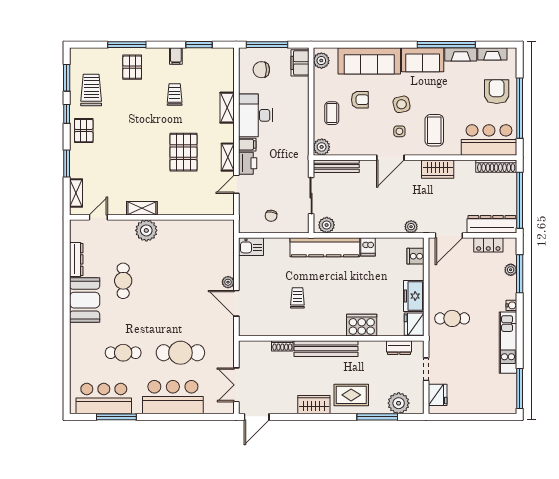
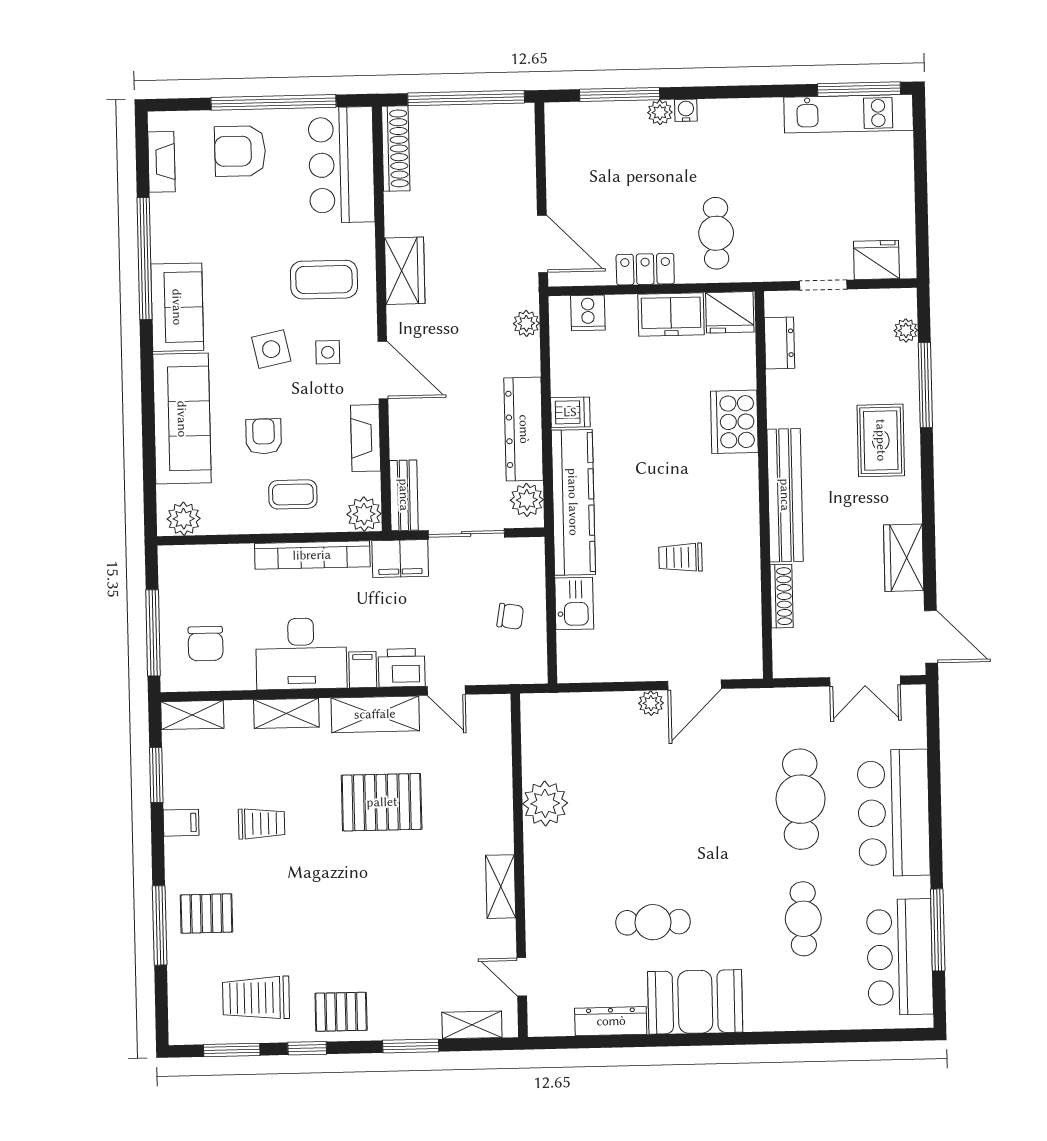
fireplace: (461, 54) -> (366, 438), moved, turned 180
shelving: (227, 63) -> (192, 715), added
filing cabinet: (300, 63) -> (400, 559), moved
trolley: (175, 94) -> (262, 824), turned 180
bookcase: (303, 122) -> (312, 555), added
shelving: (228, 157) -> (375, 714), width x1.50, depth x1.33
bench: (336, 166) -> (404, 495), width x0.73
dresser: (492, 224) -> (524, 429), moved
plant: (146, 230) -> (545, 803), moved
locker: (488, 245) -> (645, 269), moved, turned -90
kitchen sink: (251, 247) -> (574, 603), moved
plant: (511, 270) -> (660, 112), moved
kitchen unit: (508, 343) -> (849, 114), moved
shoe rack: (282, 346) -> (782, 596), width x1.43
plant: (399, 403) -> (906, 330), width x0.53, depth x0.53
wardrobe: (314, 405) -> (904, 558), moved

